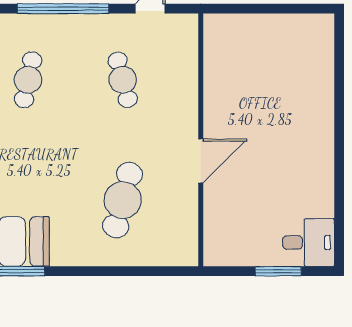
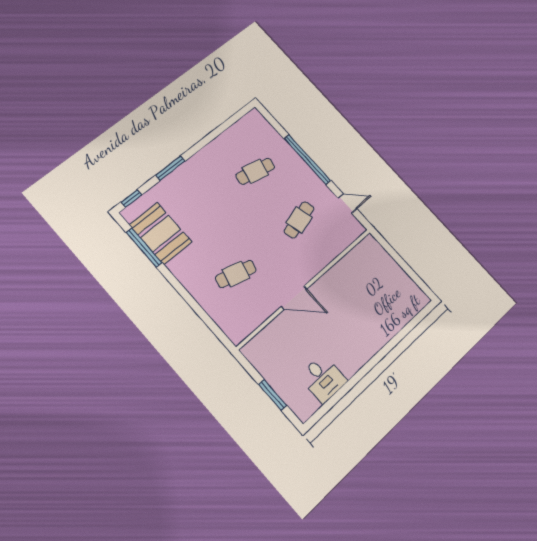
cafe table: (123, 200) -> (236, 274), width x0.73, depth x0.74
desk: (309, 243) -> (323, 379), moved

